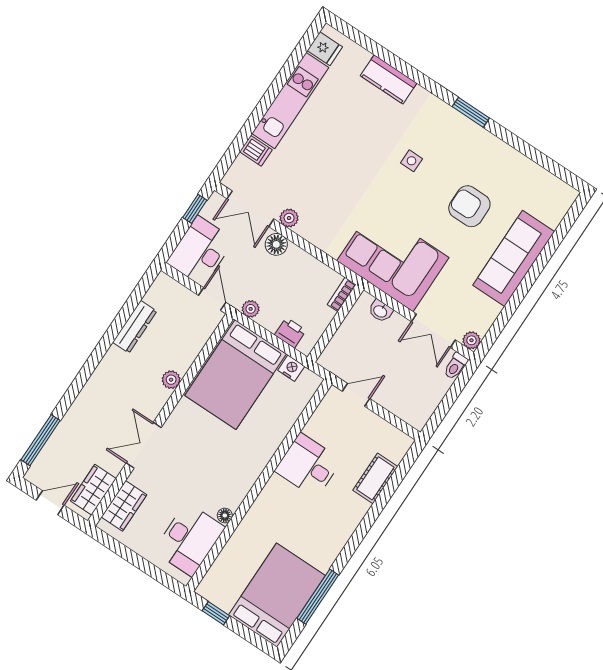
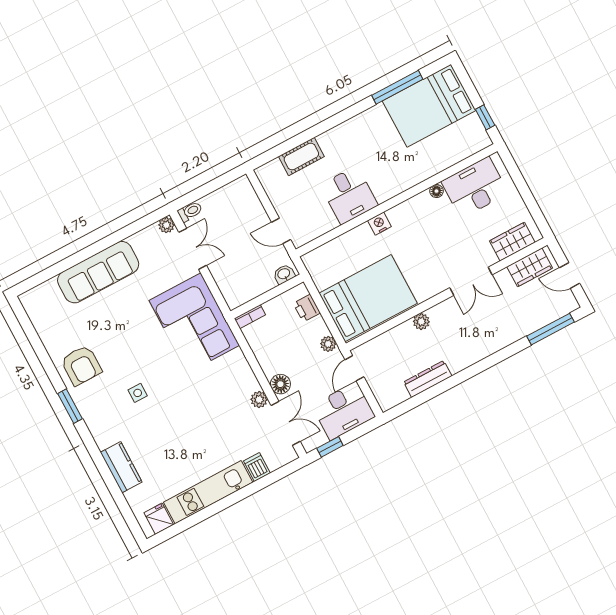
armchair: (469, 206) -> (81, 365), moved
washbasin: (380, 311) -> (284, 274), moved, turned -90
nightstand: (291, 368) -> (379, 224), moved, turned 90

